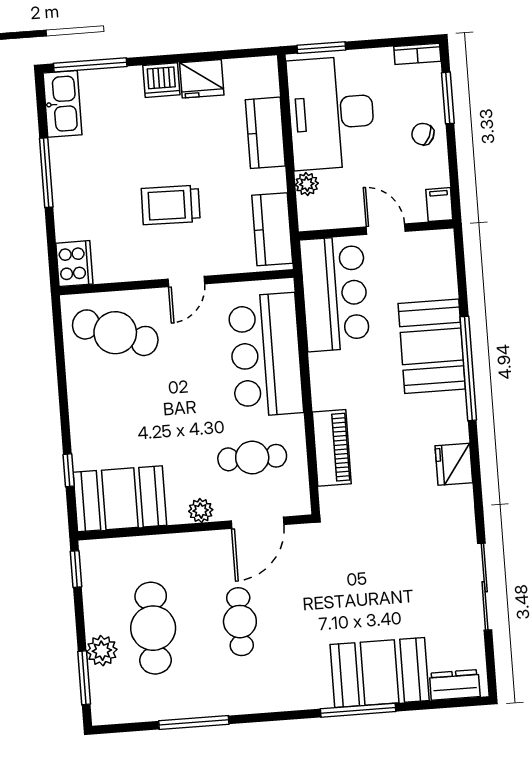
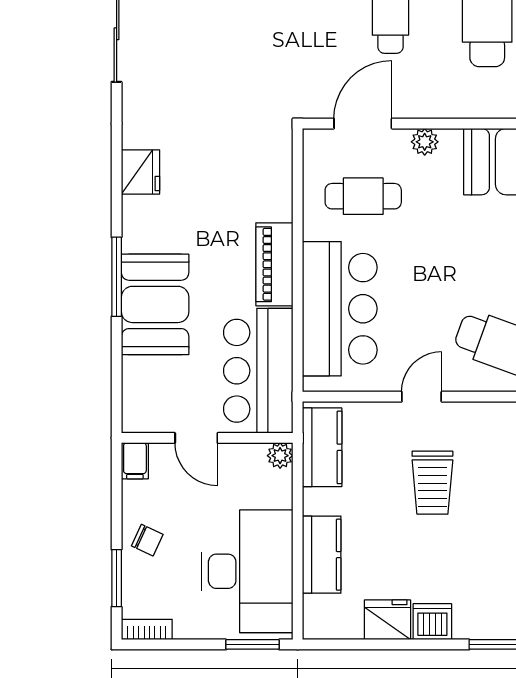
plant: (307, 184) -> (280, 456), moved
trolley: (171, 205) -> (432, 483), turned 89
window: (468, 368) -> (117, 277), width x0.68
piano: (332, 448) -> (274, 264), moved

